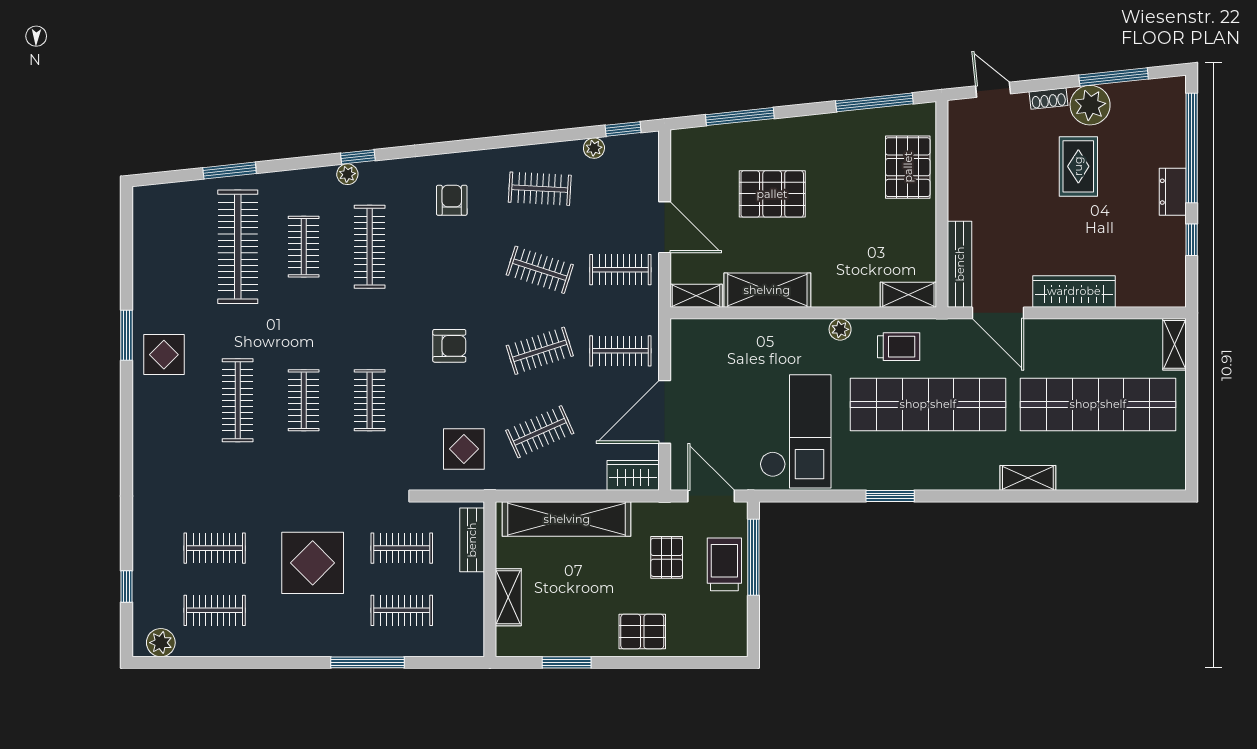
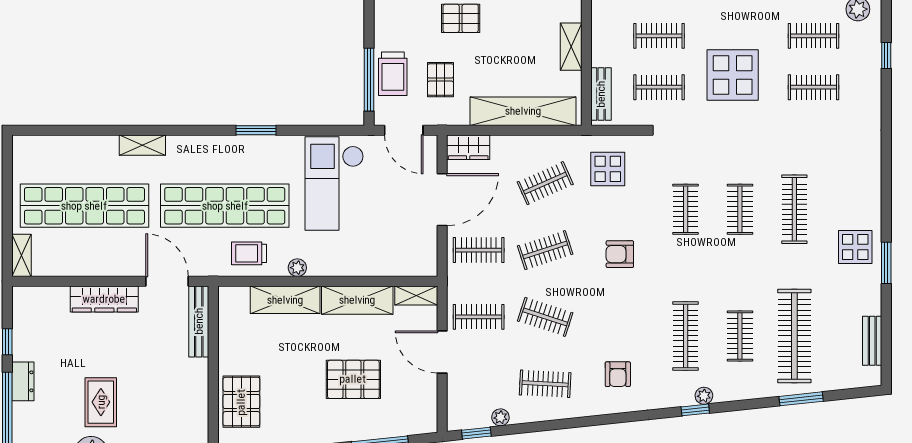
bench: (143, 241) -> (872, 341), added
shelving: (908, 295) -> (285, 300), moved, width x1.50, depth x1.33

